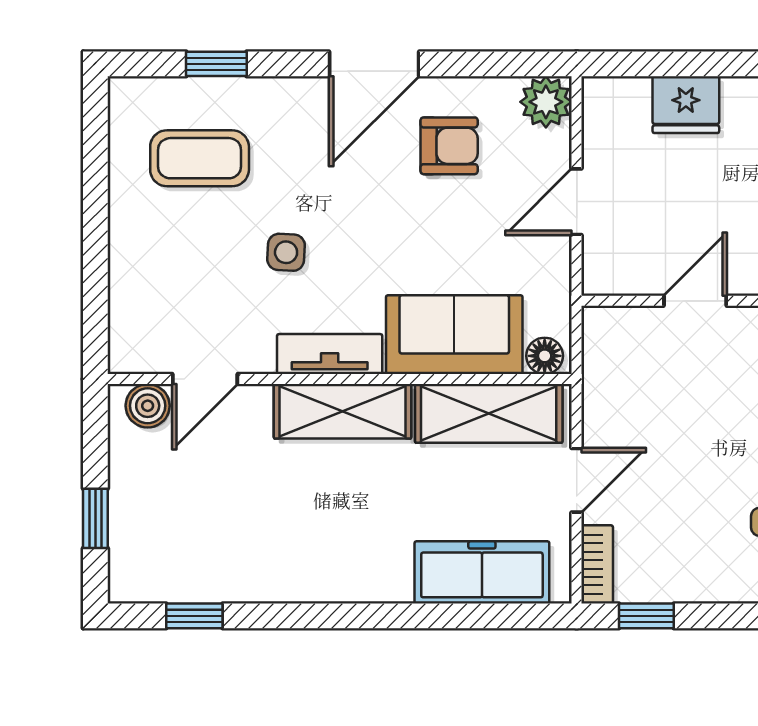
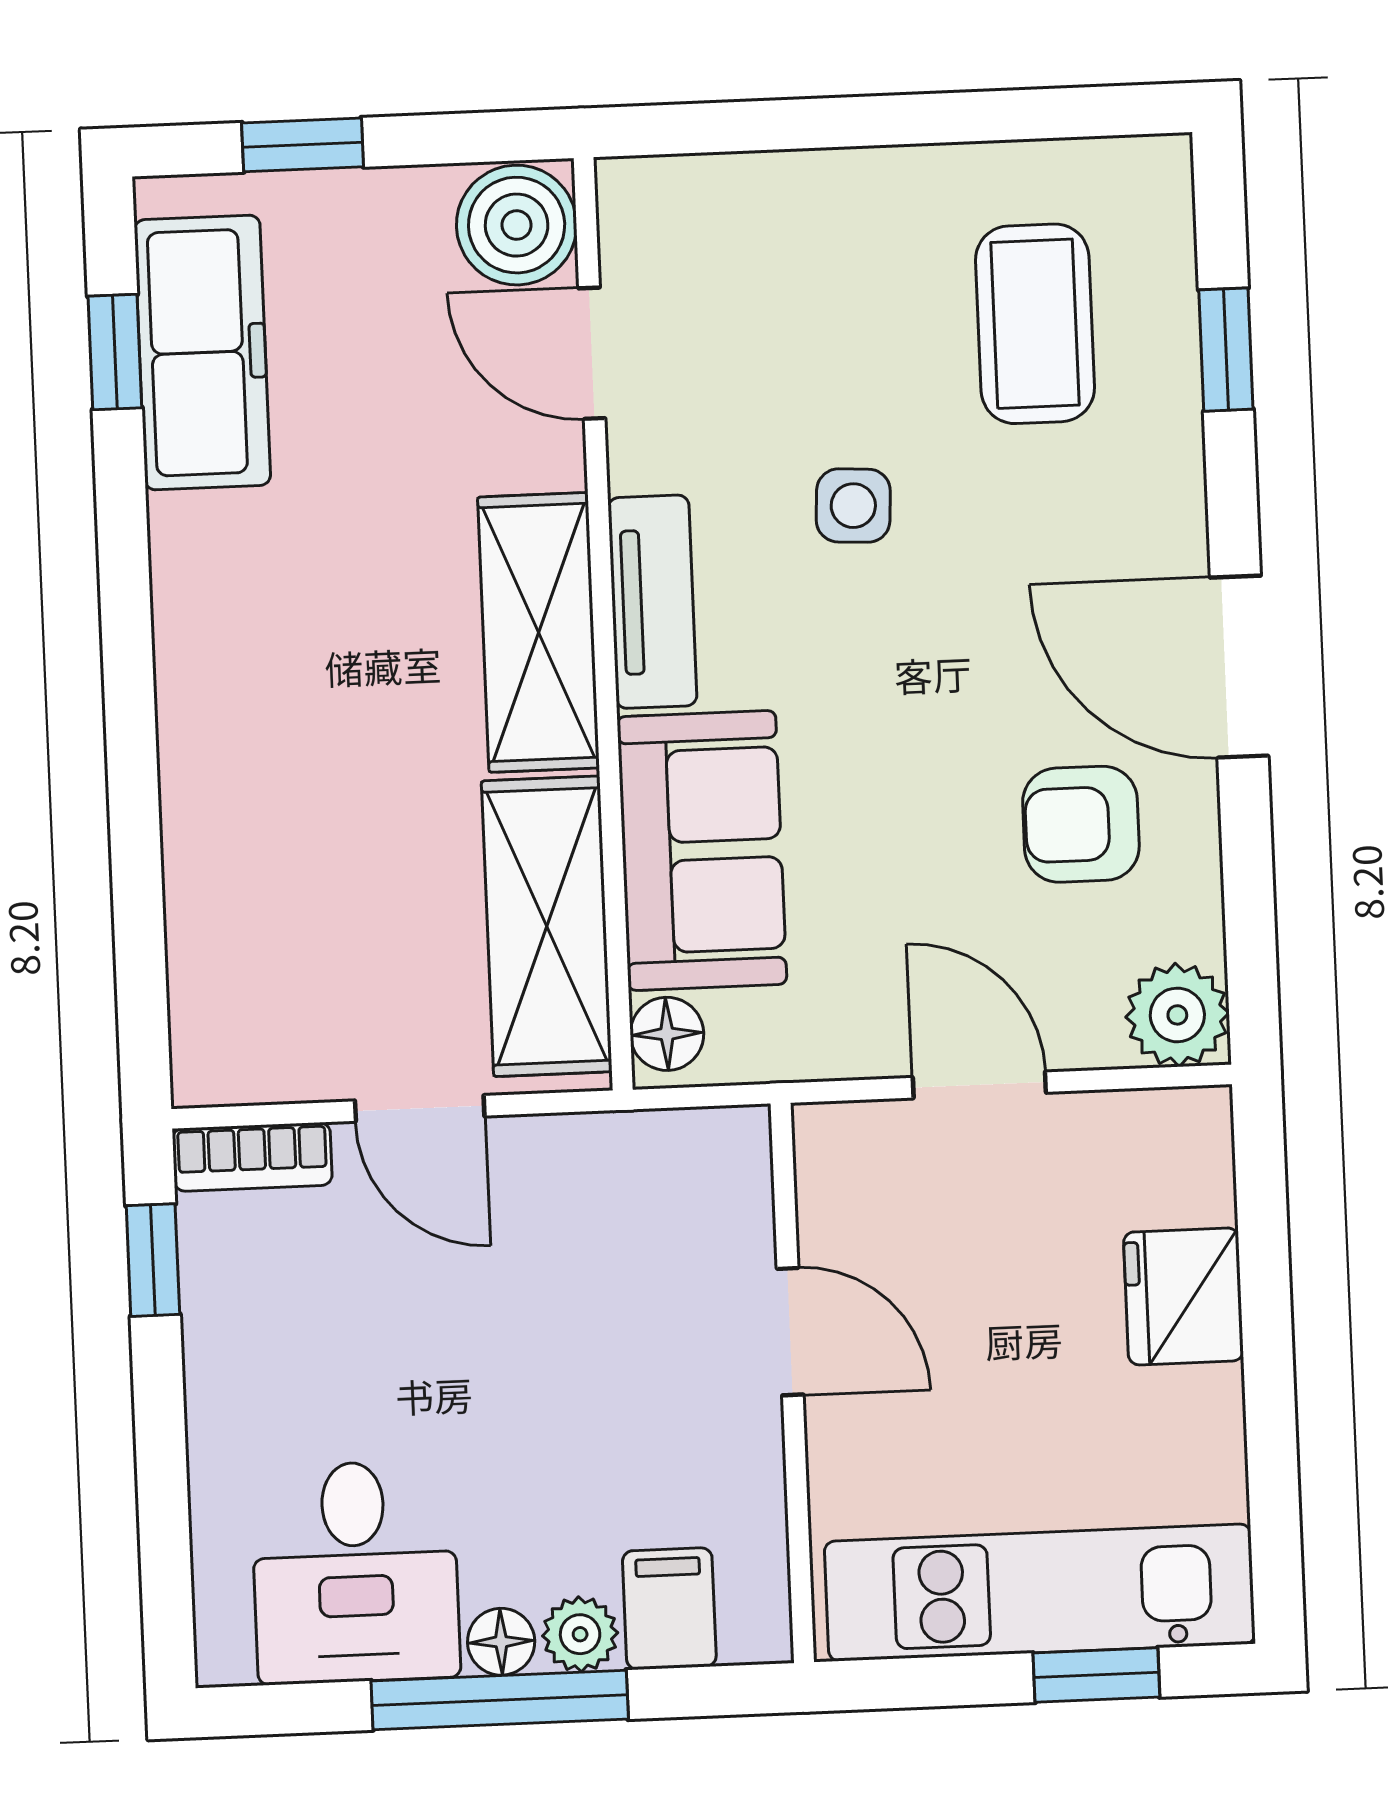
armchair: (449, 146) -> (1081, 824), turned 90
boiler: (148, 406) -> (517, 225), width x1.36, depth x1.36
freezer: (482, 572) -> (202, 352), moved

